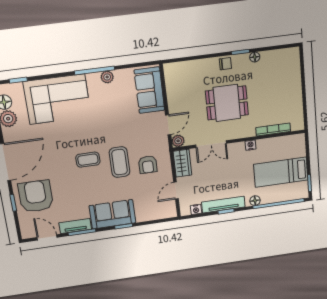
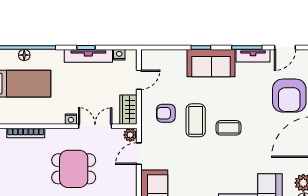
nightstand: (251, 145) -> (71, 119), moved
armchair: (148, 165) -> (166, 113), turned -90
floor lamp: (255, 201) -> (24, 55), moved
door: (47, 237) -> (285, 47), hinge flipped

